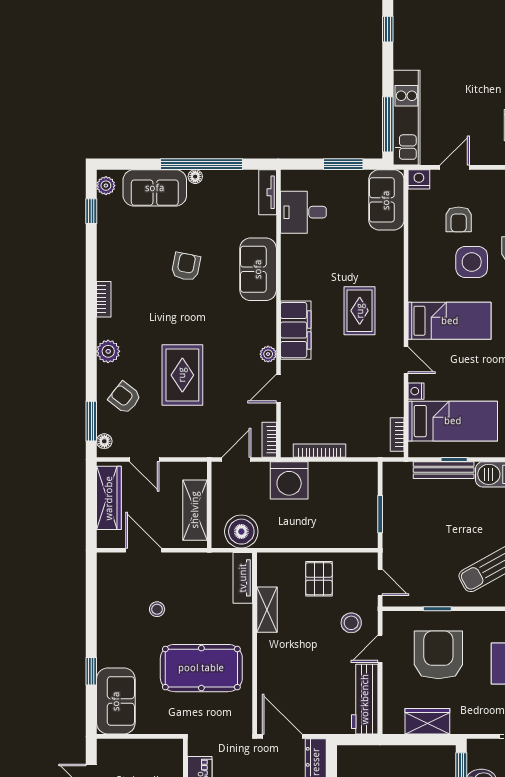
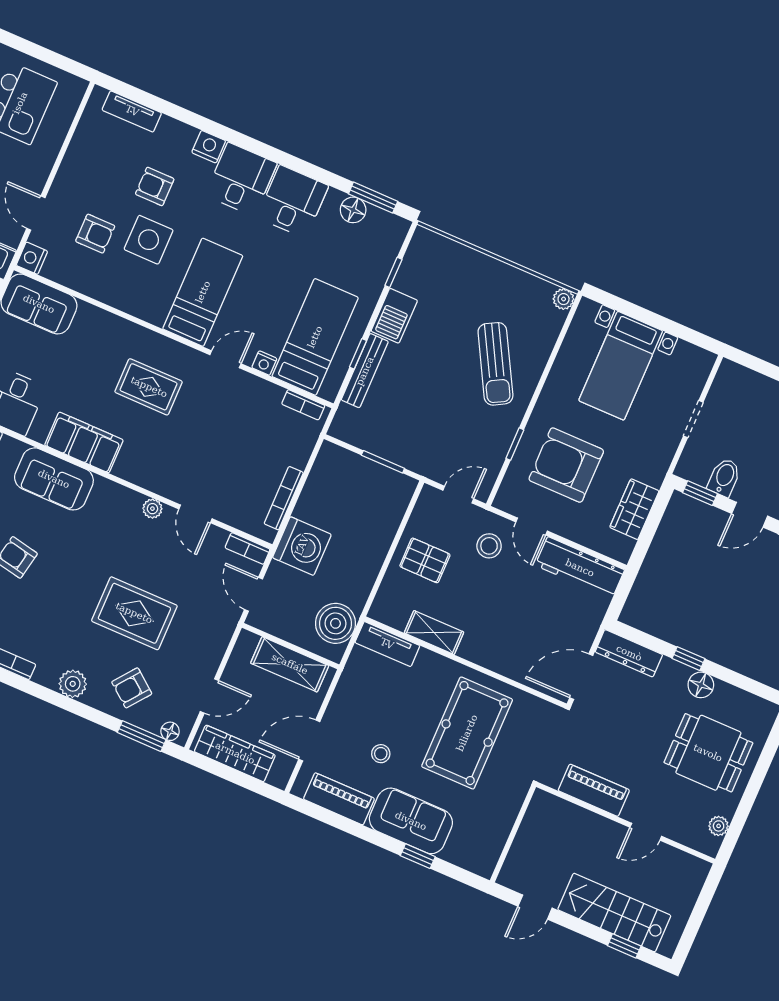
filing cabinet: (296, 330) -> (84, 443), moved
piano: (109, 592) -> (339, 799), added
sofa: (116, 701) -> (411, 821), moved

